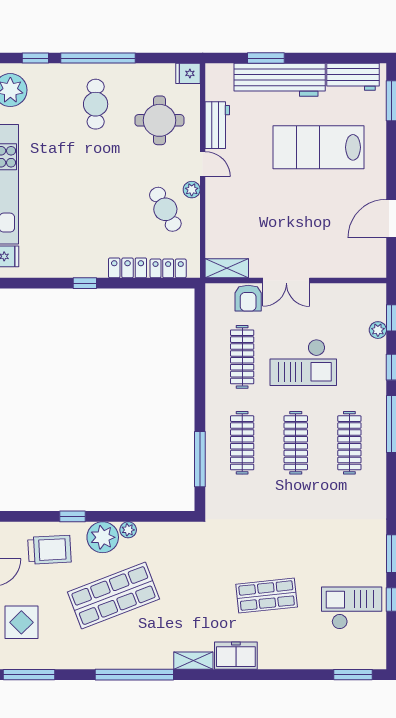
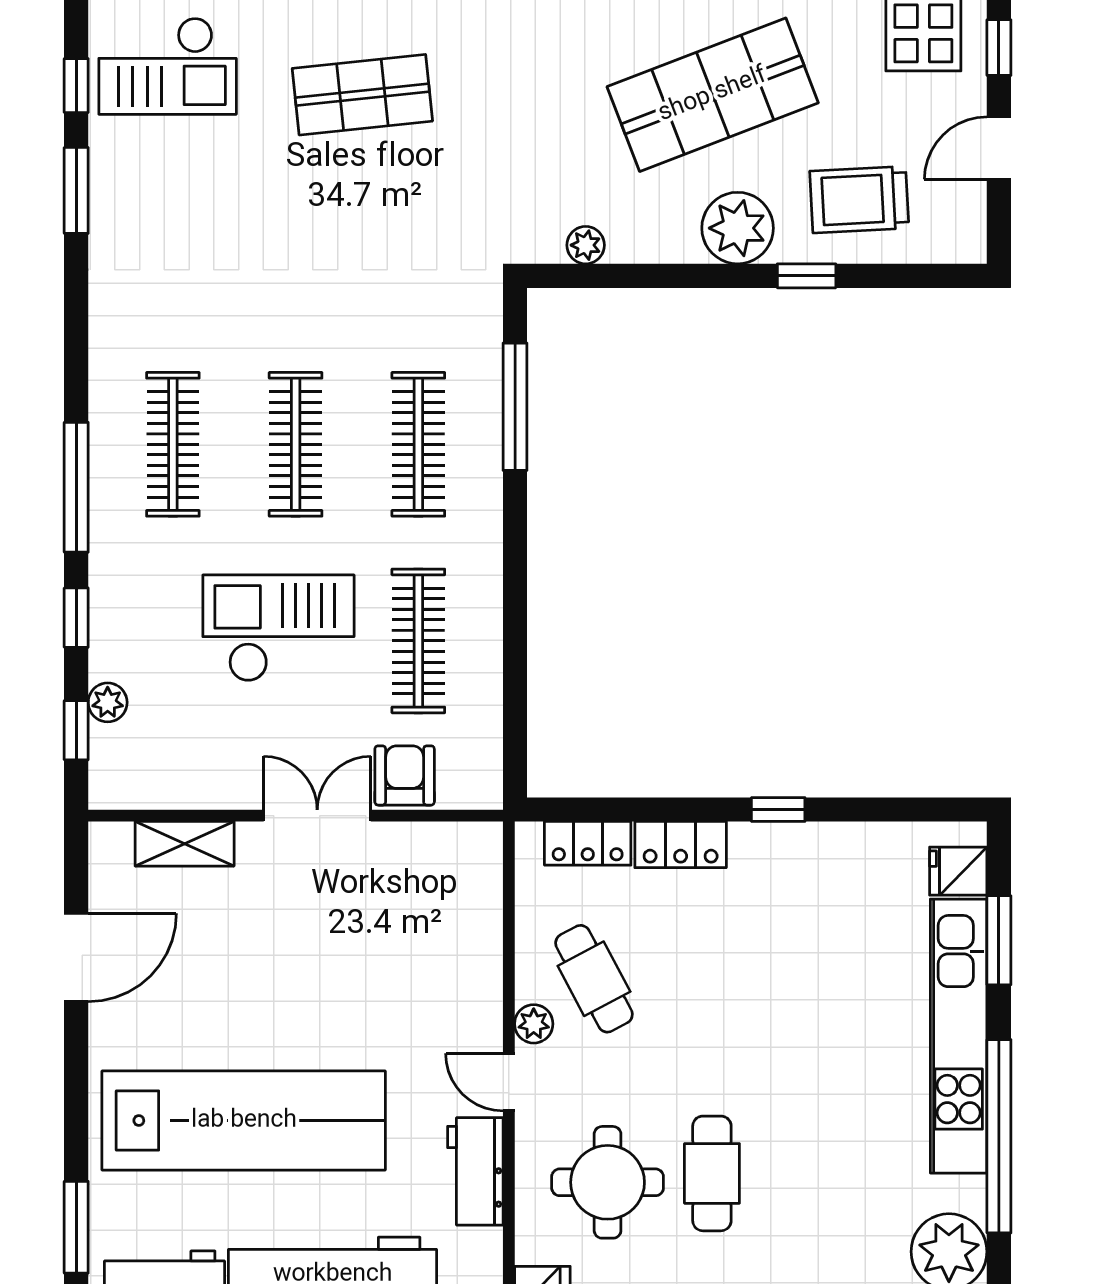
cafe table: (96, 104) -> (712, 1173), moved
lab bench: (318, 147) -> (244, 1121), width x1.36
shelving: (227, 268) -> (185, 844), moved
plant: (128, 530) -> (586, 245), moved

